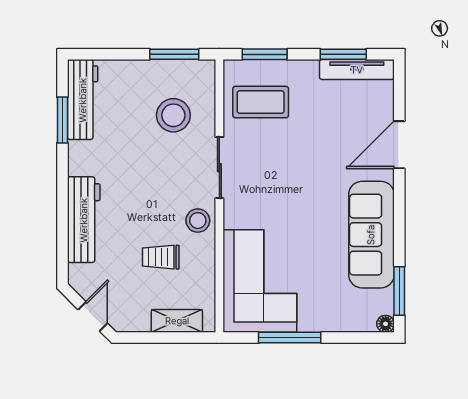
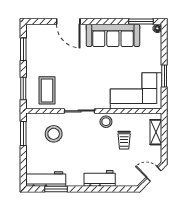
tv unit: (357, 70) -> (31, 43), removed
workbench: (84, 220) -> (100, 178), width x0.73
window: (290, 338) -> (164, 76), width x0.69

